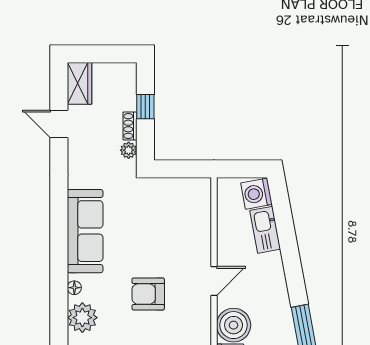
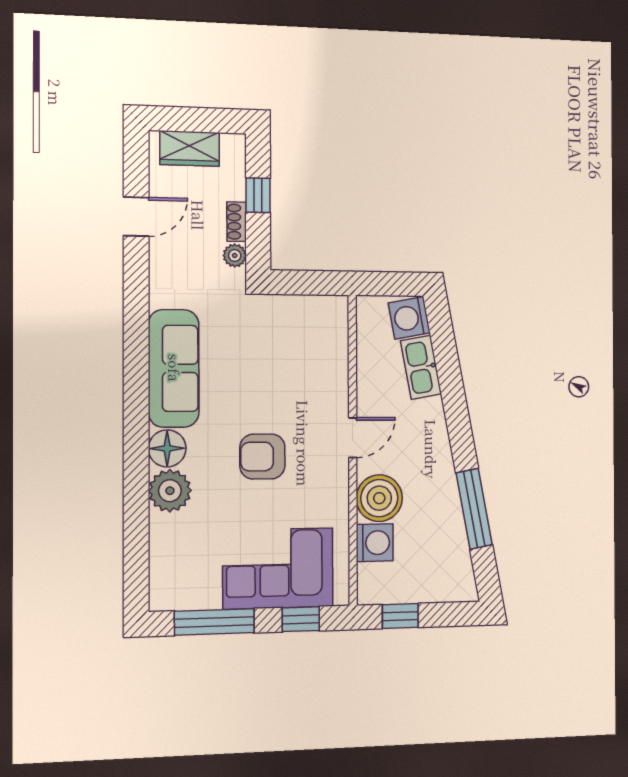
wardrobe: (80, 83) -> (190, 149), moved, turned 90
door: (59, 124) -> (136, 217), swing flipped
floor lamp: (74, 288) -> (167, 448), width x1.89, depth x1.89

